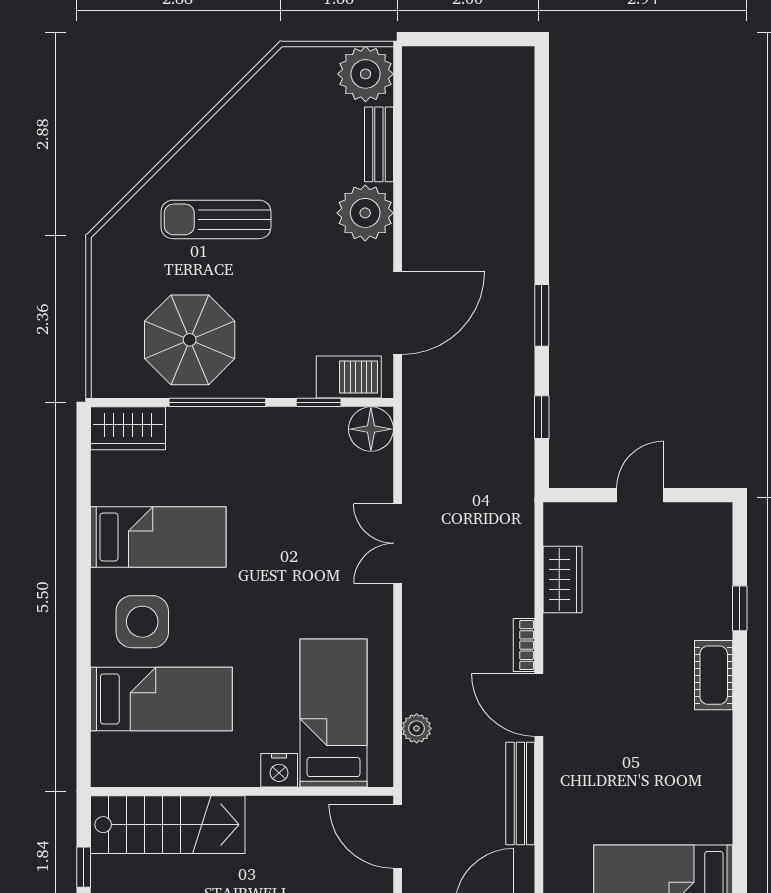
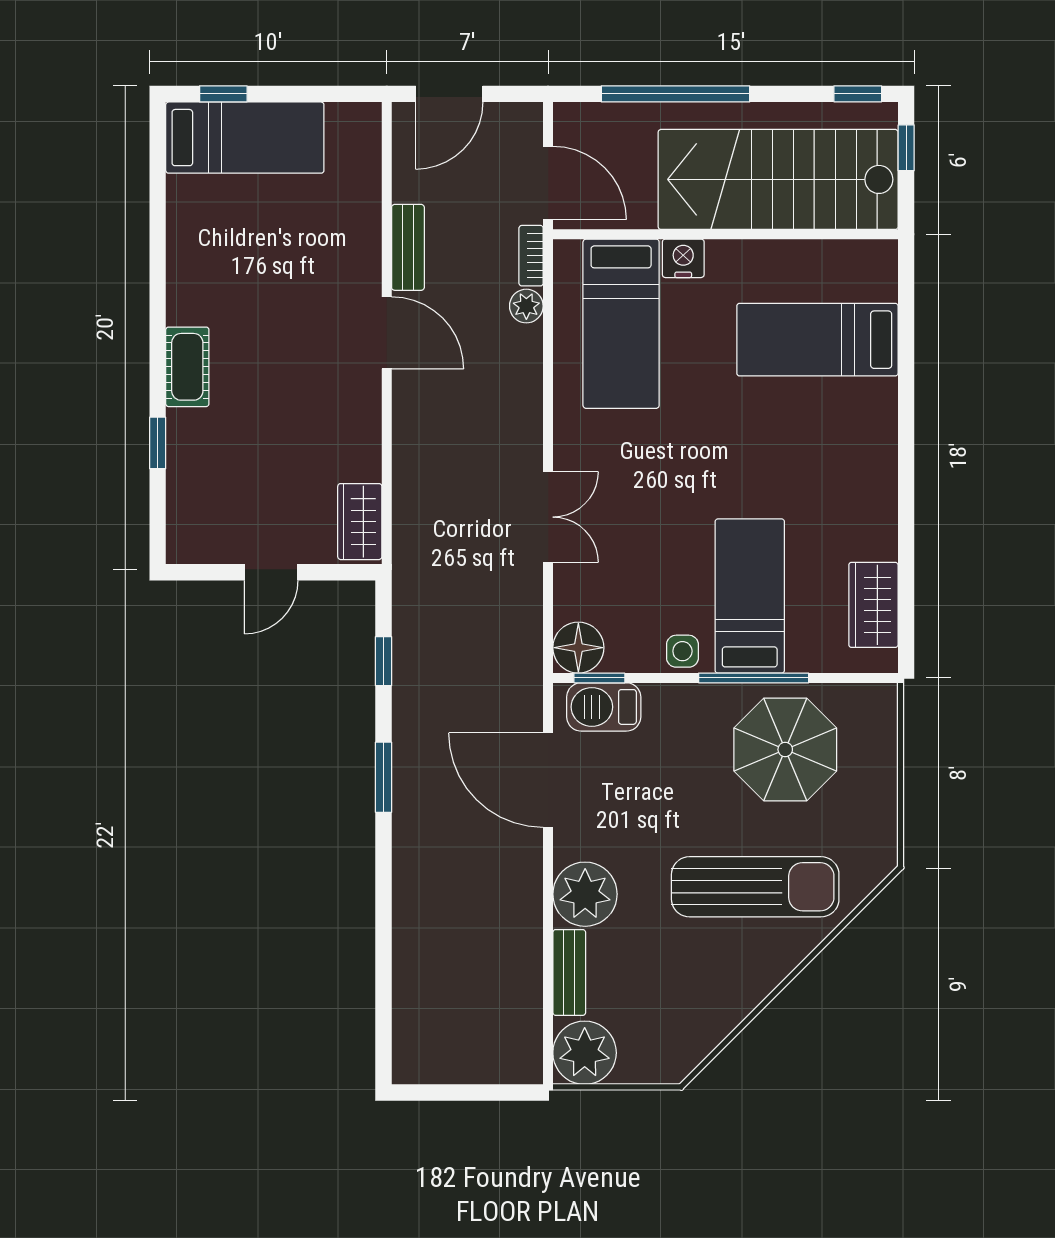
sun lounger: (216, 219) -> (755, 887), width x1.36, depth x1.34
door: (398, 313) -> (548, 780), hinge flipped
window: (319, 402) -> (599, 678), moved
wardrobe: (128, 428) -> (873, 605), moved, turned -90
bed: (158, 537) -> (750, 596), moved, turned 90
wardrobe: (563, 580) -> (360, 522), moved
side table: (142, 622) -> (682, 651), moved, width x0.54, depth x0.54
bookcase: (524, 645) -> (531, 256), moved, turned 180
bench: (520, 794) -> (408, 247), width x0.73
stairs: (168, 825) -> (778, 179), width x1.36, depth x1.51

